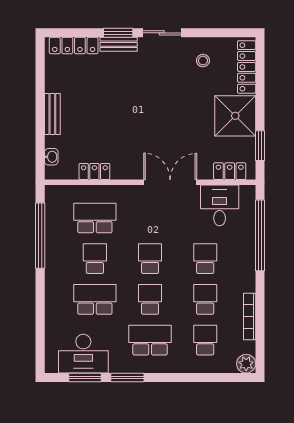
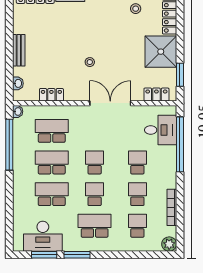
stool: (144, 129) -> (90, 62), added
washbasin: (51, 193) -> (18, 111), added
desk: (220, 205) -> (161, 130), moved, turned 90
school desk: (95, 259) -> (52, 163), width x1.85

